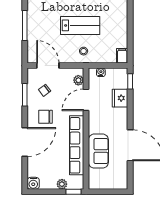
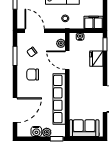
filing cabinet: (122, 56) -> (94, 22), width x2.00
door: (86, 100) -> (67, 60), hinge flipped
door: (25, 142) -> (15, 110), moved
sofa: (98, 151) -> (84, 128), moved, turned -90
water cooler: (33, 183) -> (36, 132), moved

